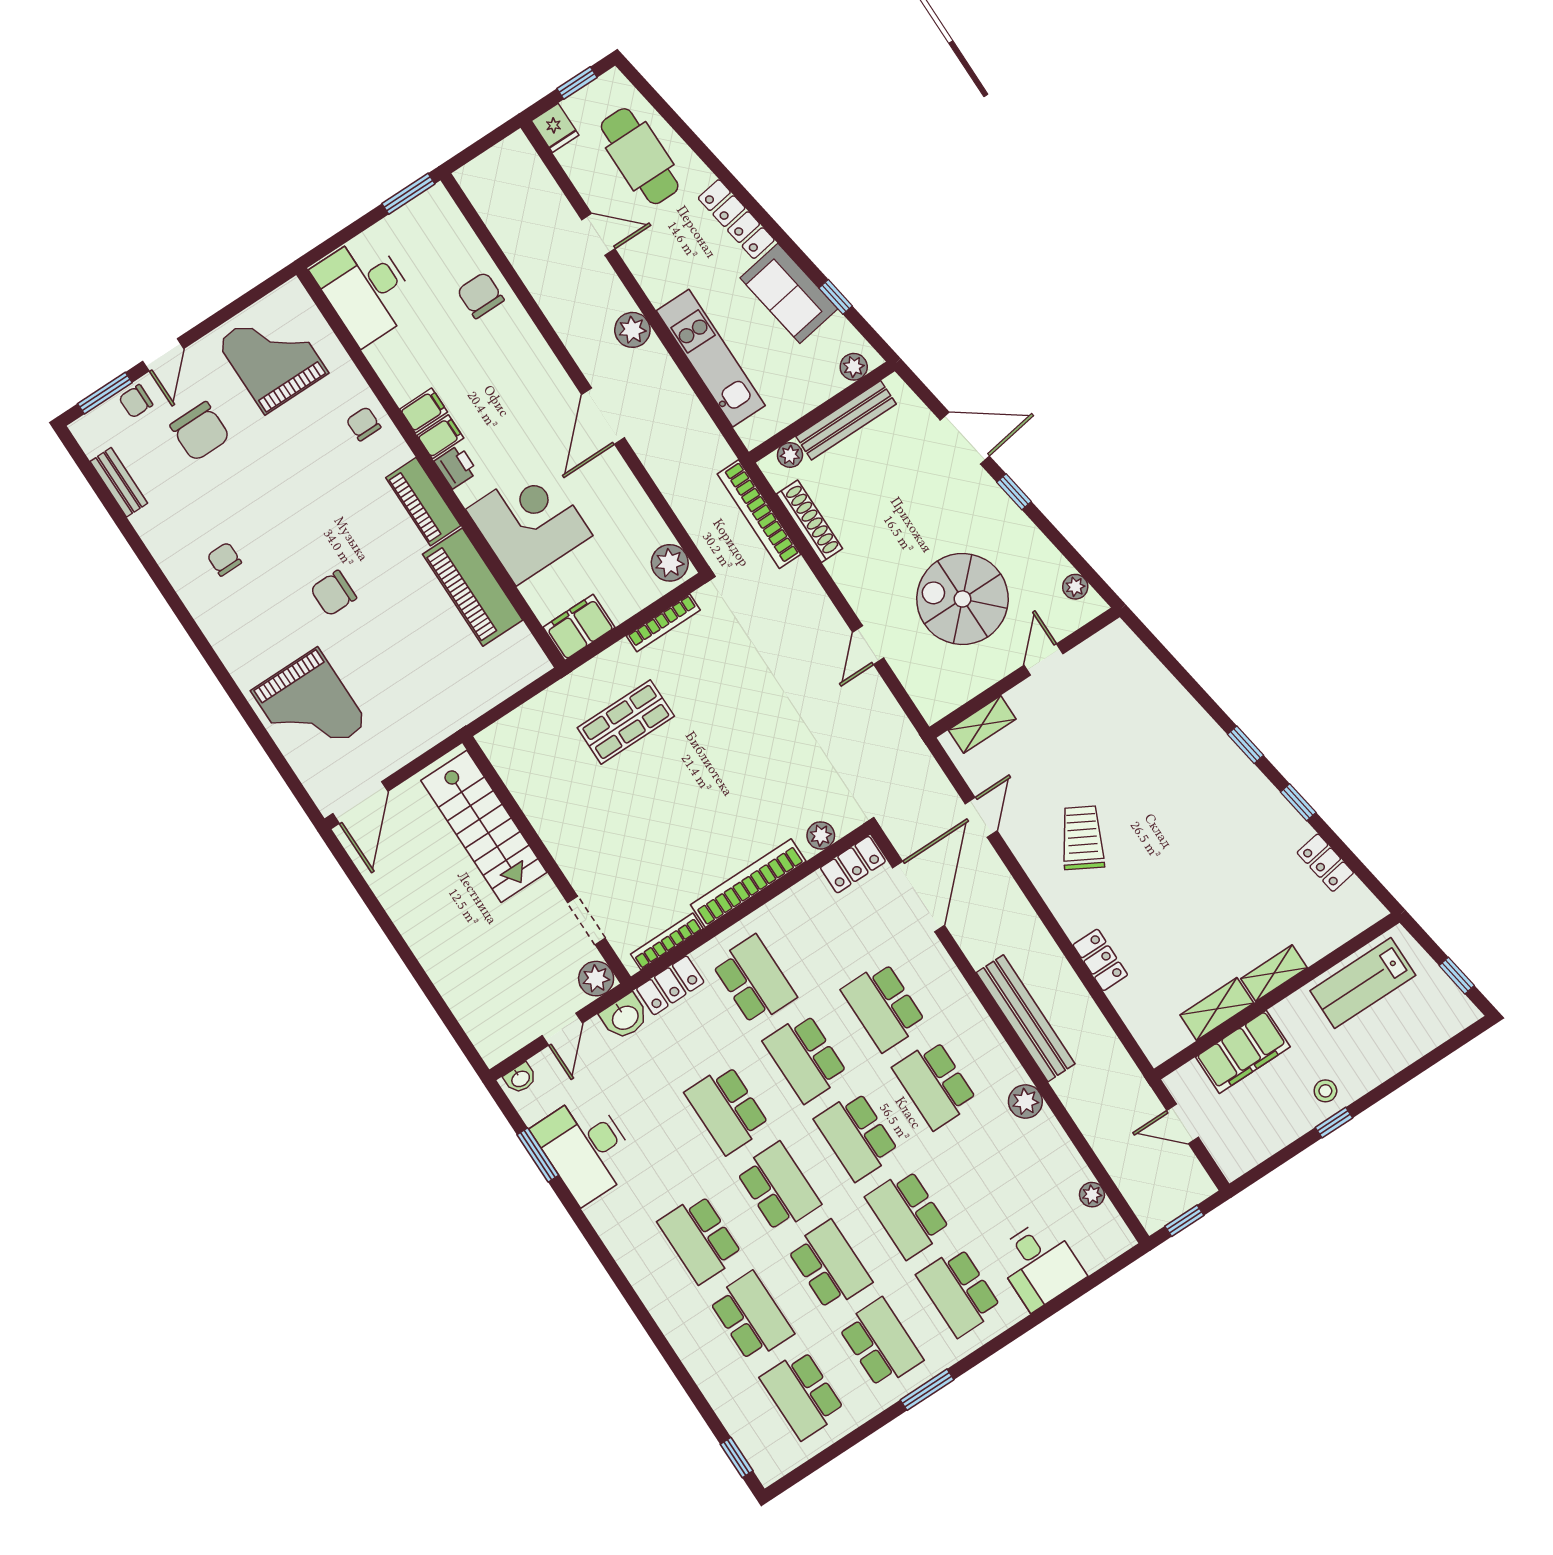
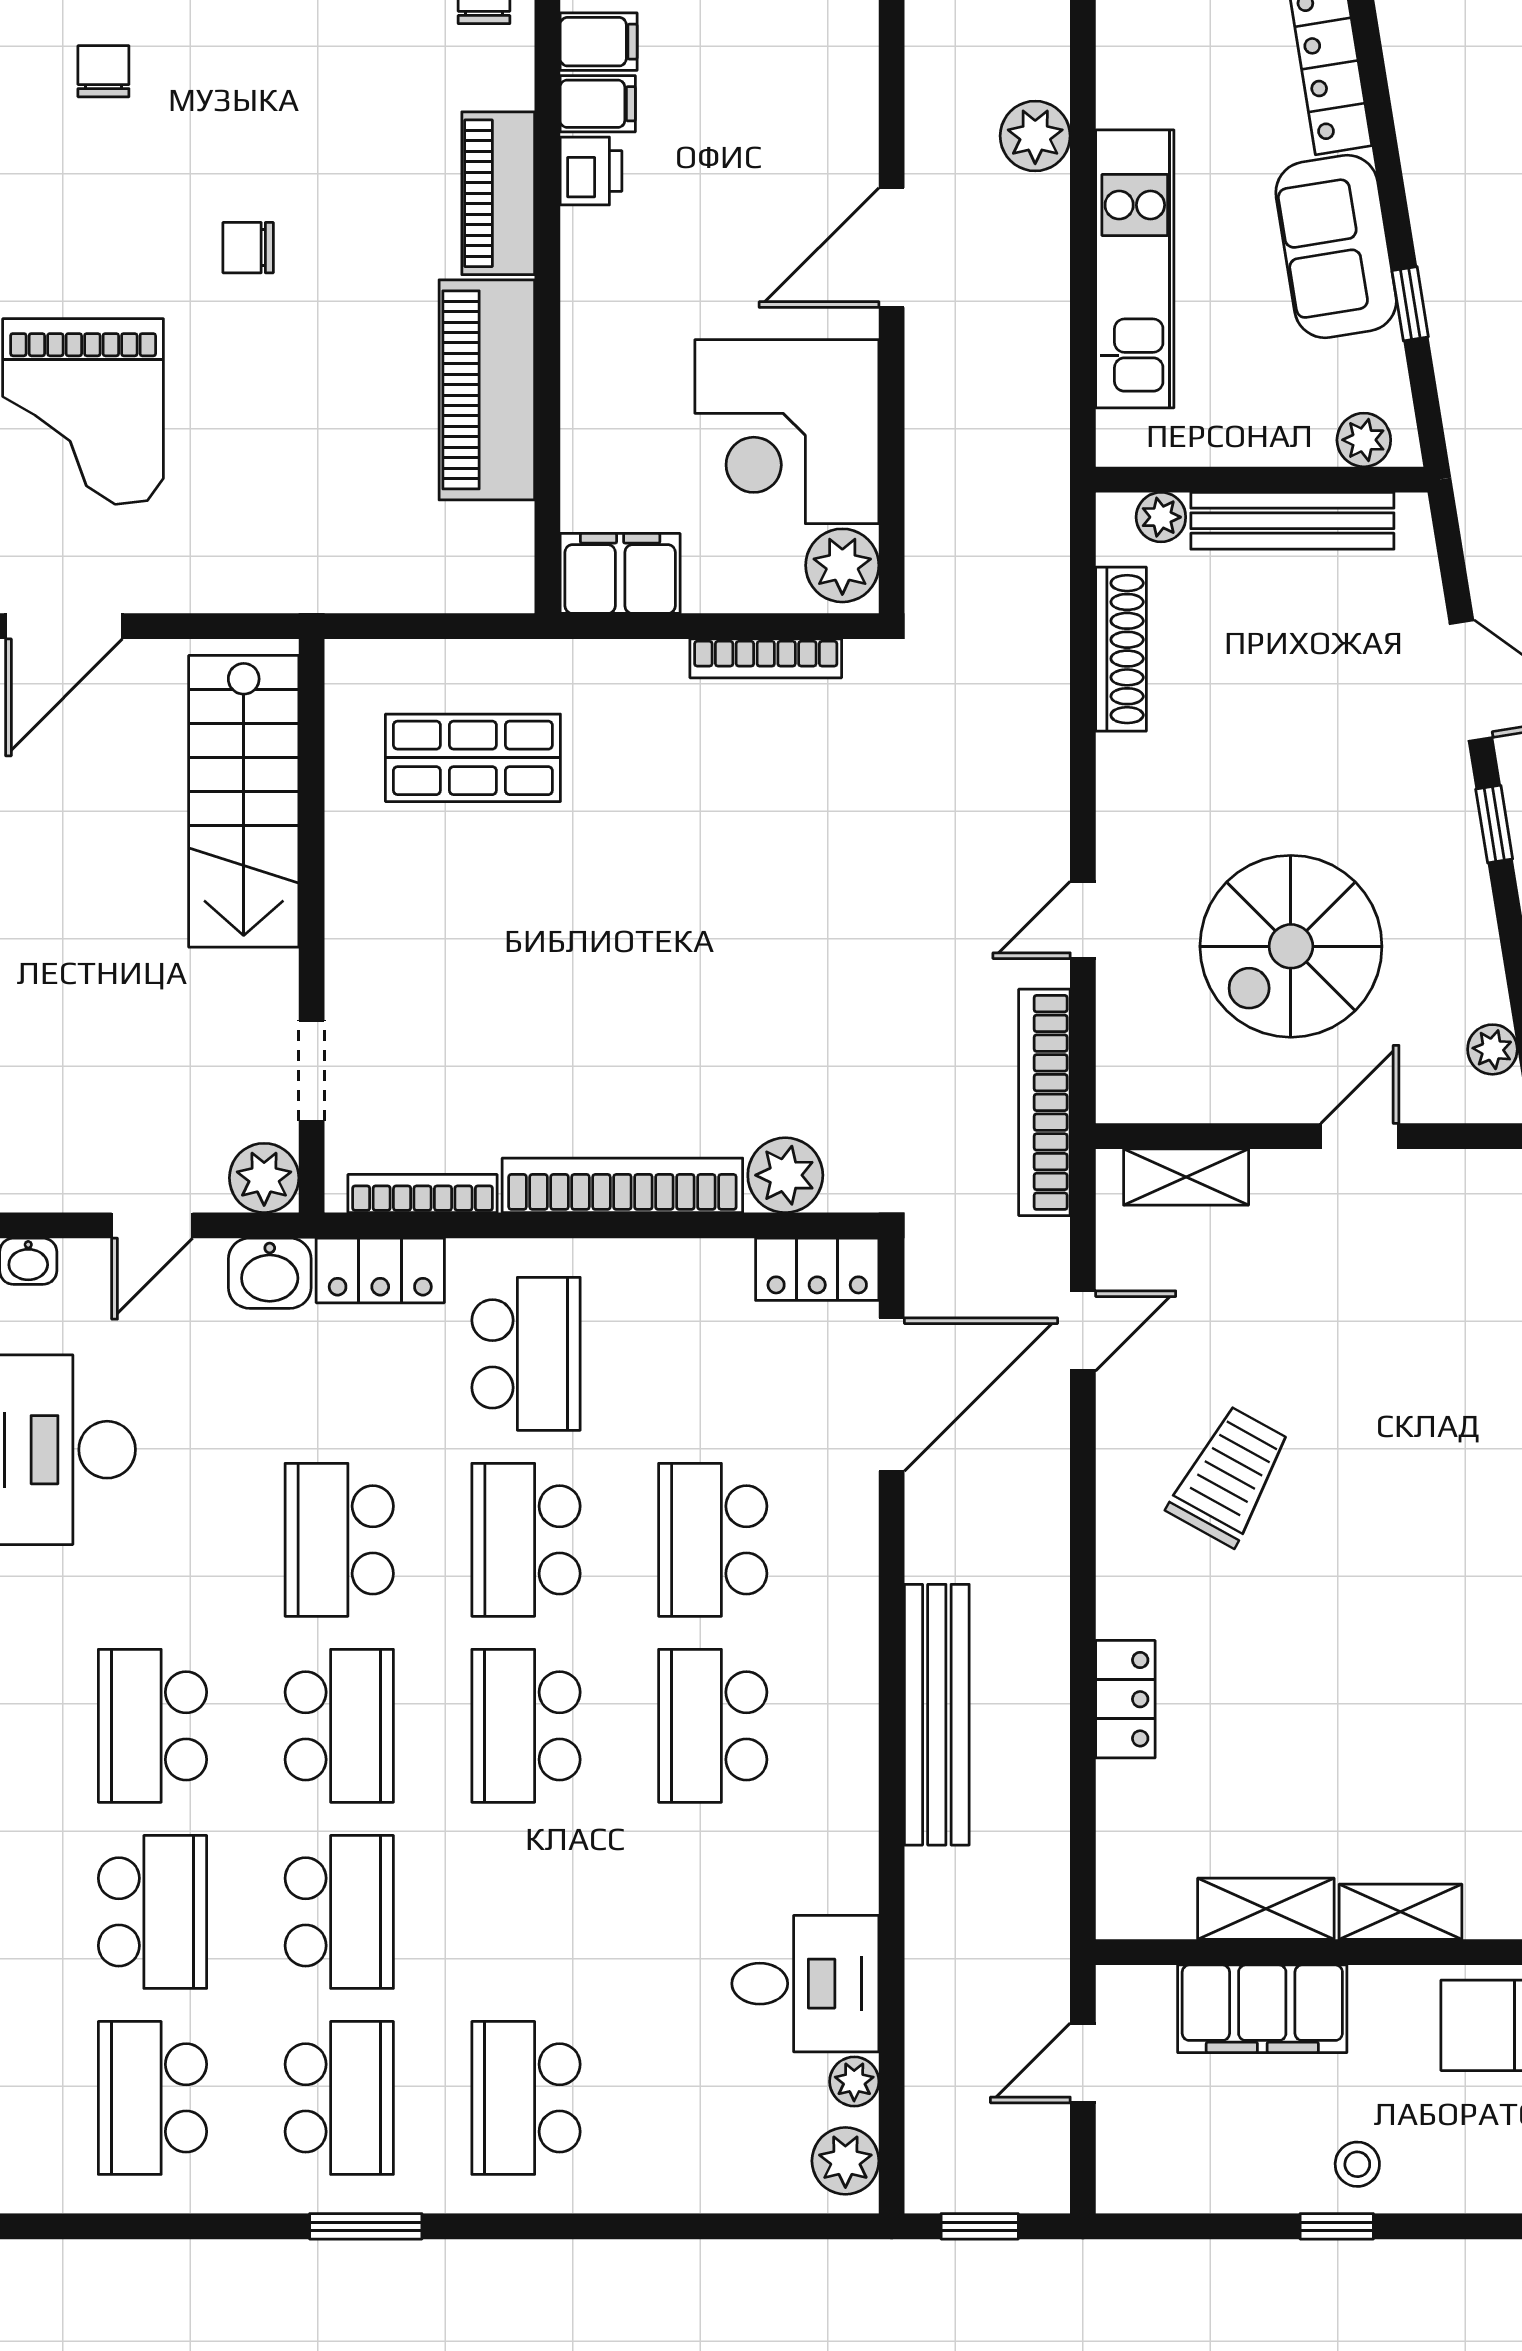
bookcase: (759, 514) -> (1044, 1102), moved
corner desk: (529, 522) -> (787, 432), moved, turned 180
chair: (333, 593) -> (248, 248), width x0.73, depth x0.73
spiral stairs: (962, 599) -> (1291, 946), turned -90
shop shelf: (626, 722) -> (473, 758), moved
plant: (821, 835) -> (785, 1175), width x1.38, depth x1.38
plant: (1025, 1101) -> (845, 2161), moved
door: (1183, 1124) -> (1083, 2063), hinge flipped
school desk: (908, 1214) -> (526, 1912), removed
desk: (1039, 1264) -> (805, 1984), moved, turned -90

